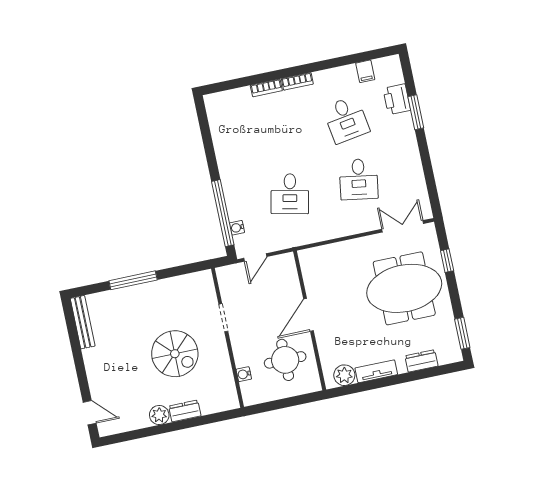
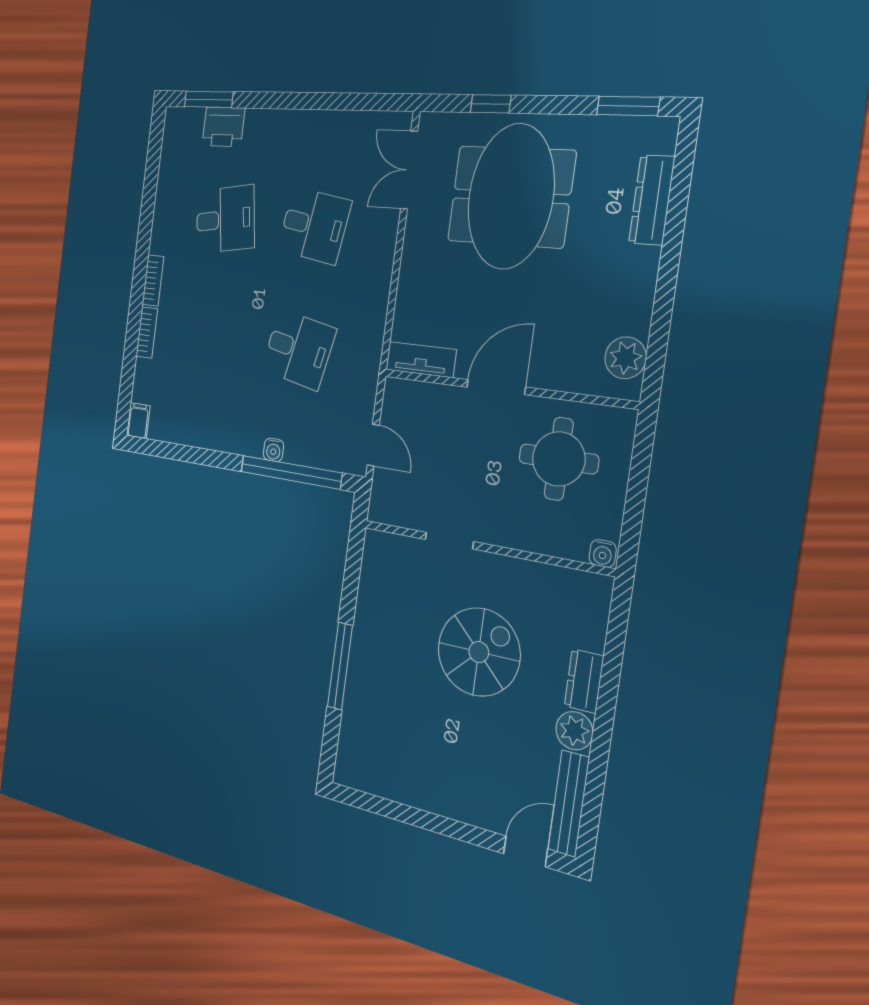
filing cabinet: (365, 71) -> (138, 421), moved, turned -90
window: (416, 112) -> (209, 99), moved
water cooler: (237, 228) -> (273, 450), moved
door: (308, 315) -> (496, 387), swing flipped
bench: (83, 322) -> (569, 804), moved, turned 90
dresser: (421, 361) -> (652, 200), width x1.44
tv unit: (376, 371) -> (421, 360), moved, turned 90
water cooler: (244, 374) -> (603, 553), moved

